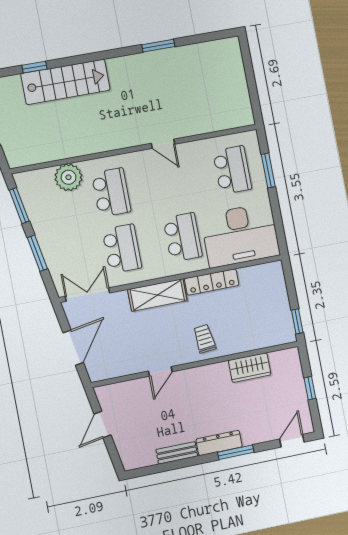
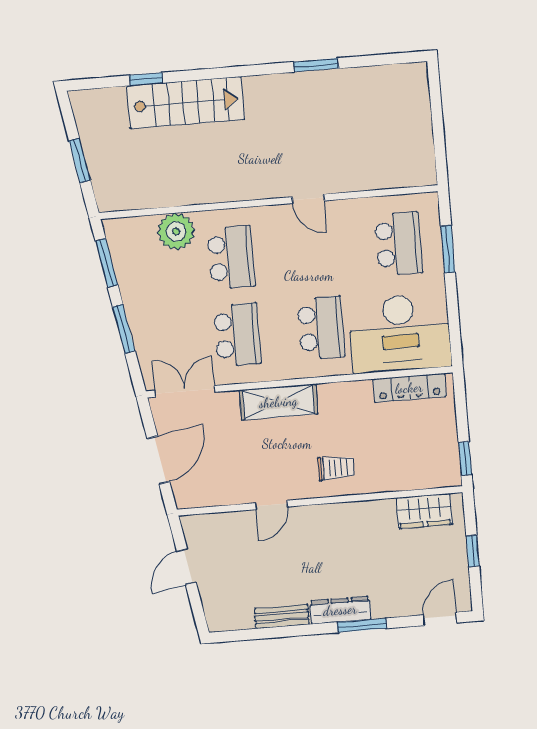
locker: (212, 282) -> (409, 388), moved
trolley: (204, 339) -> (336, 468), turned 96
wardrobe: (250, 368) -> (424, 511), moved

